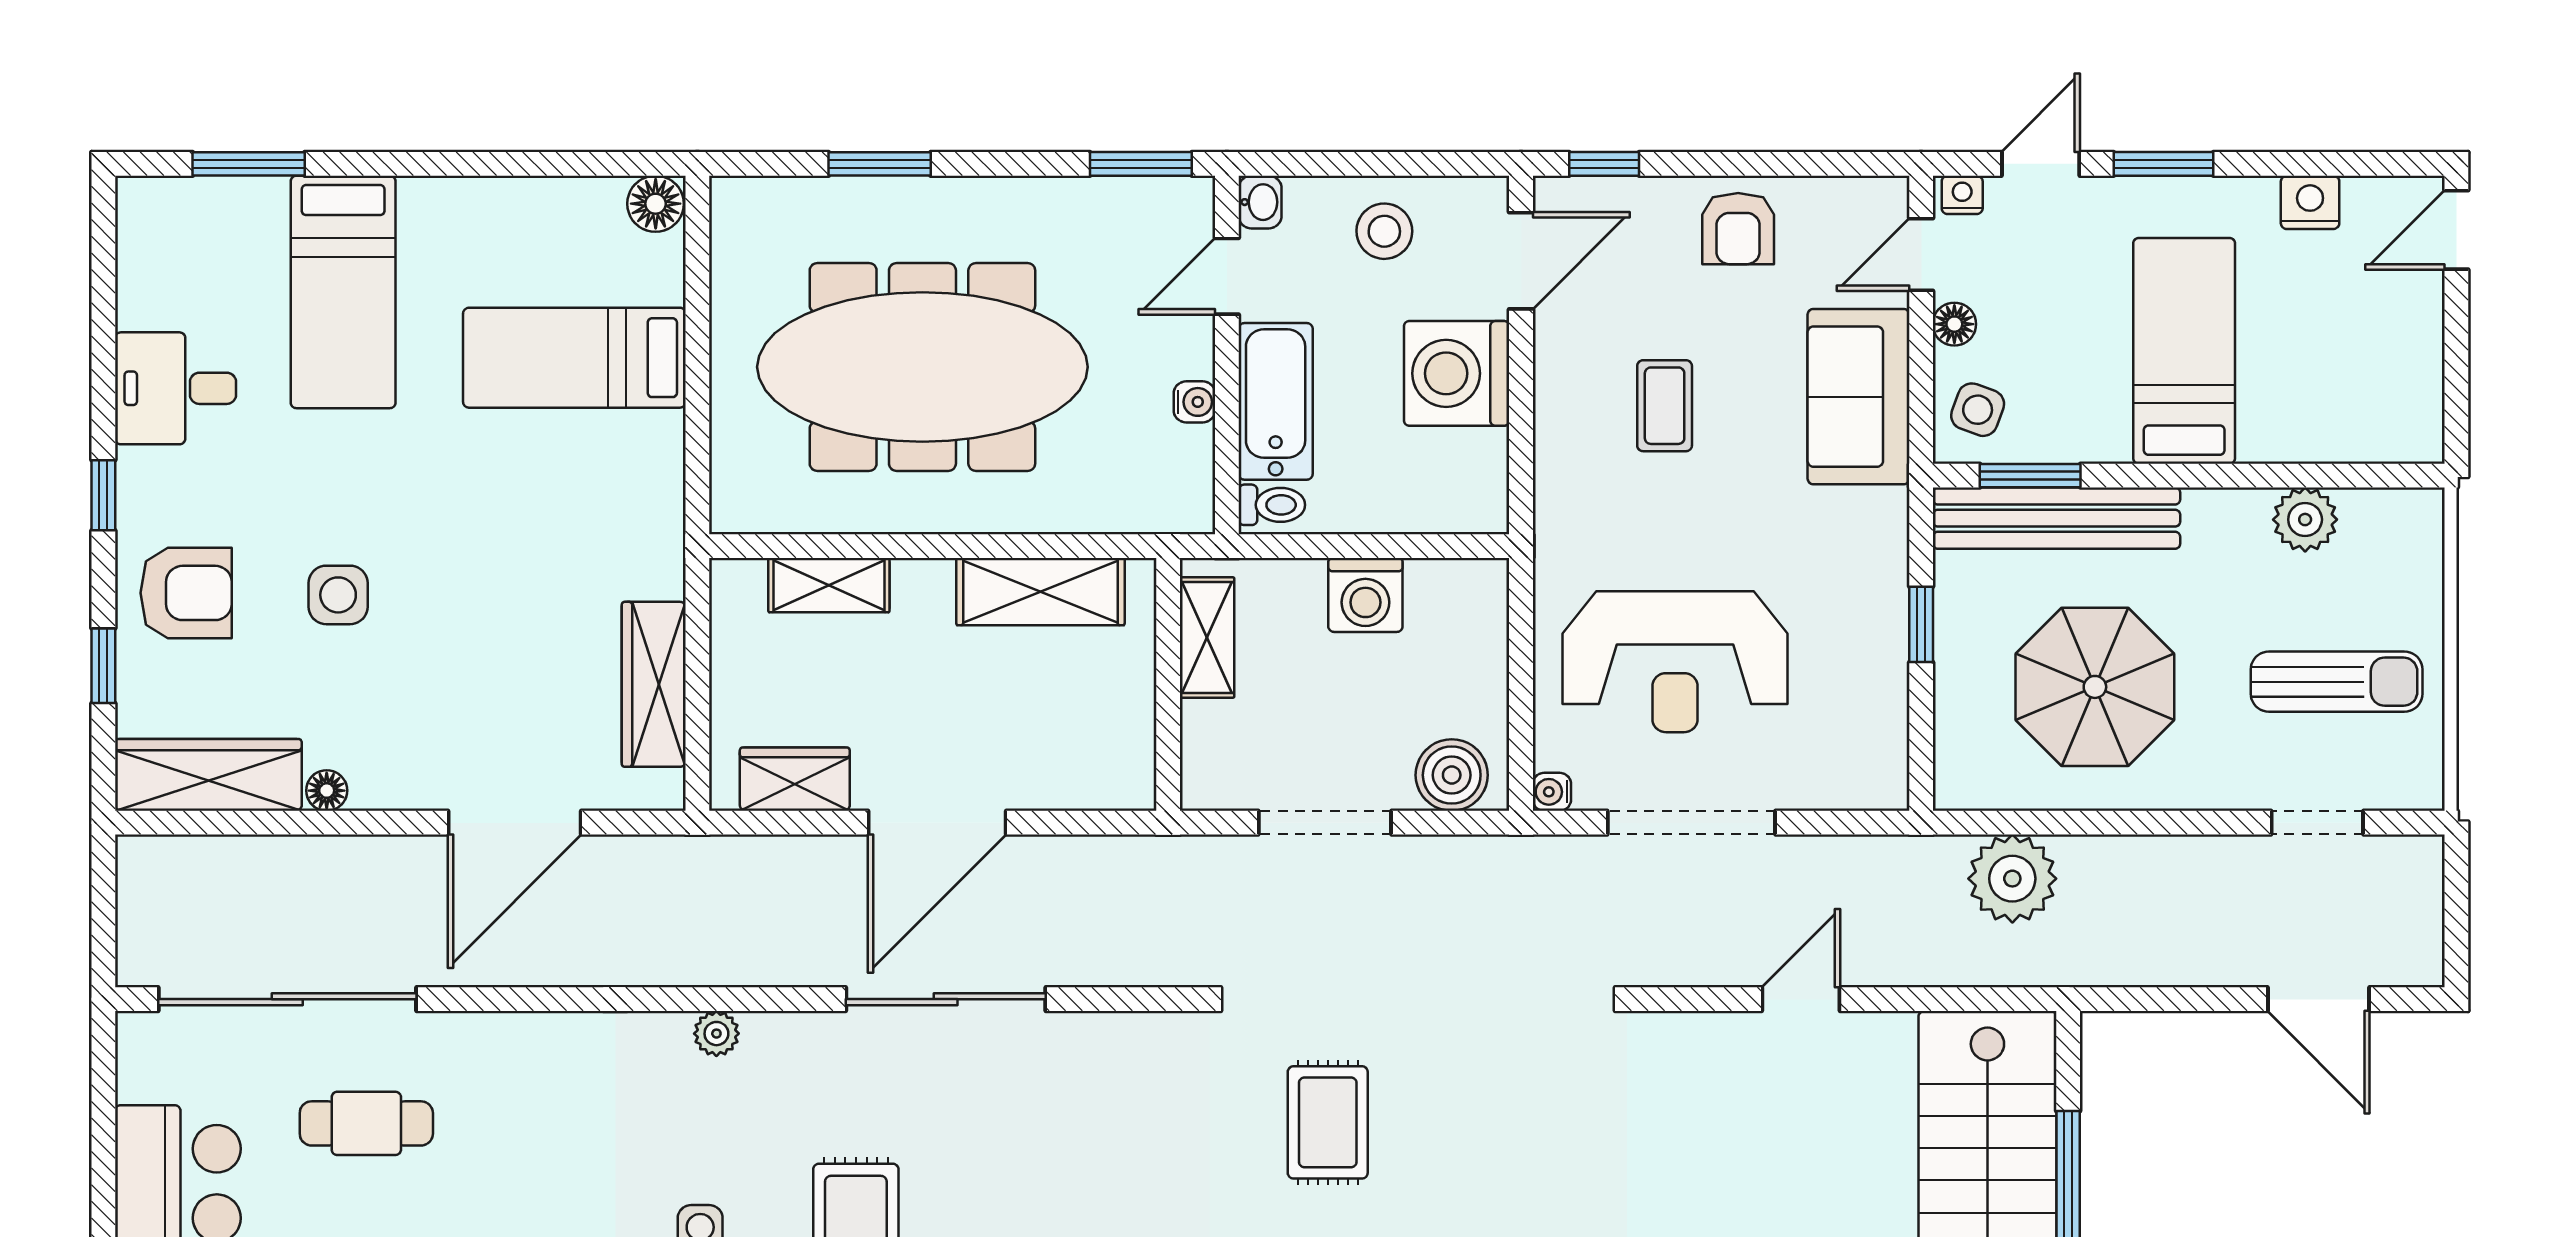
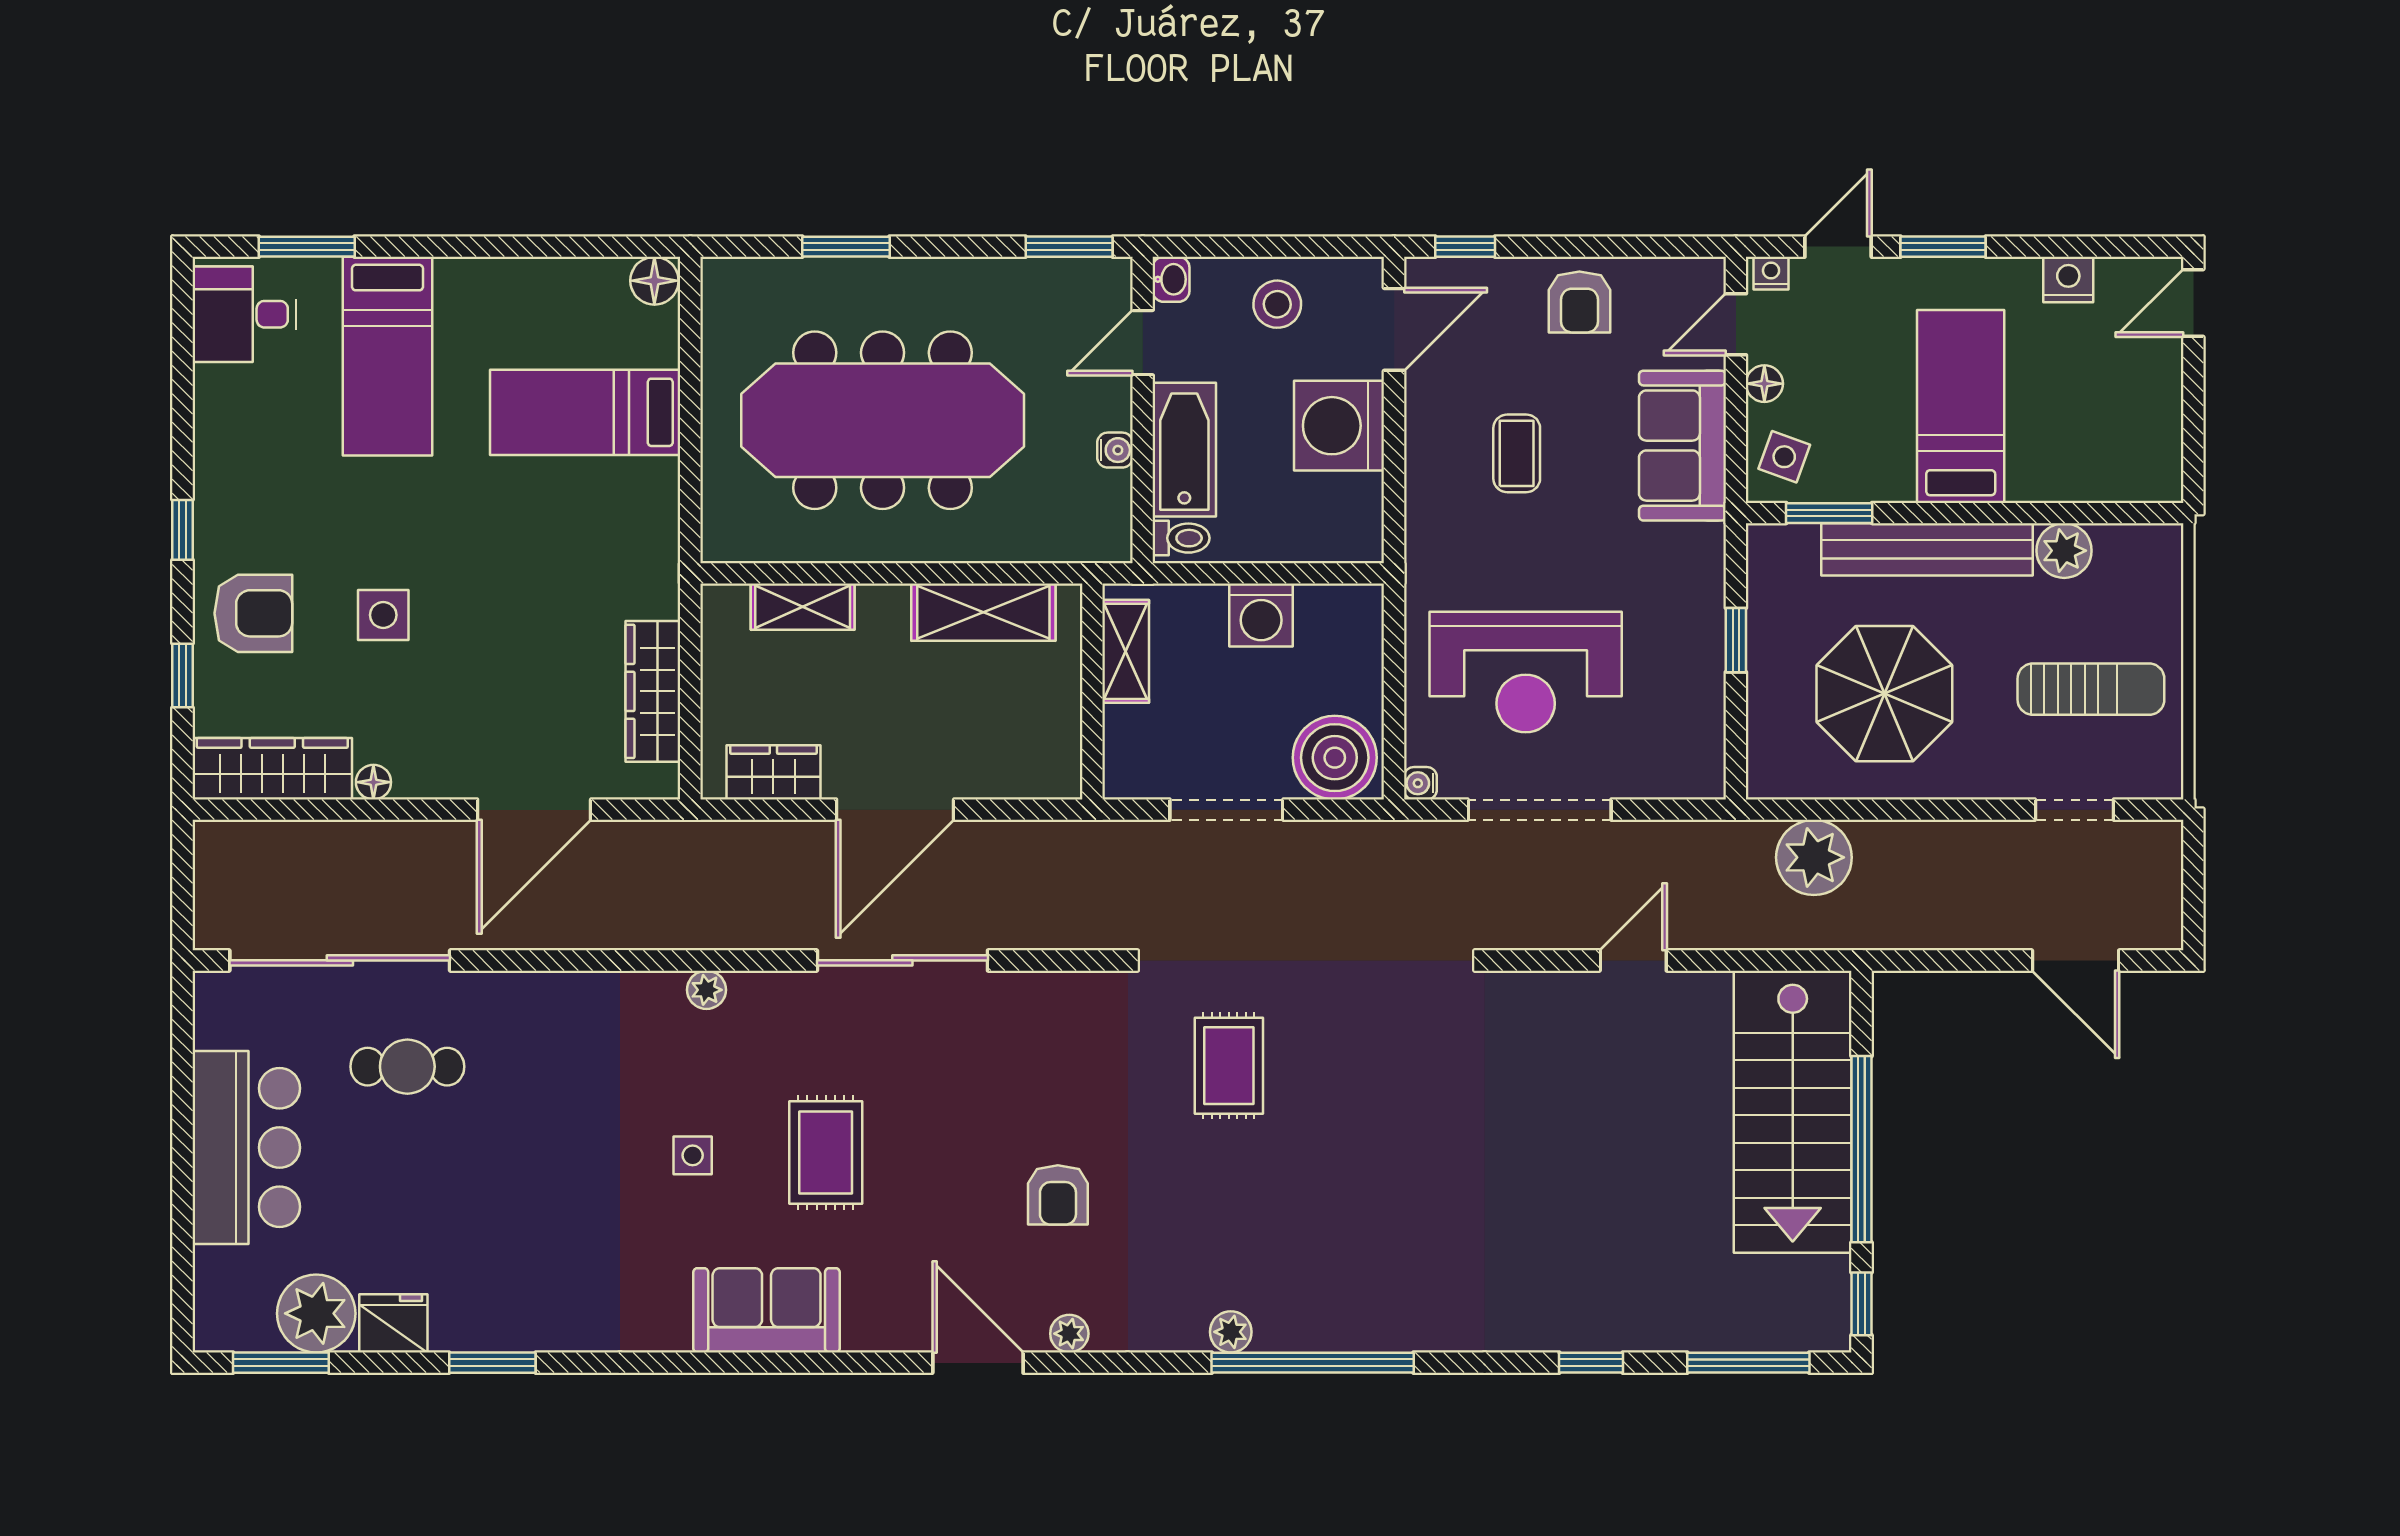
desk: (176, 388) -> (244, 314), moved
bench: (2056, 518) -> (1927, 549), moved
boiler: (1452, 775) -> (1335, 758), width x1.37, depth x1.37

